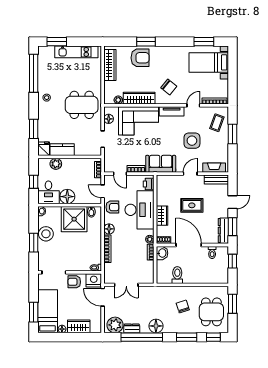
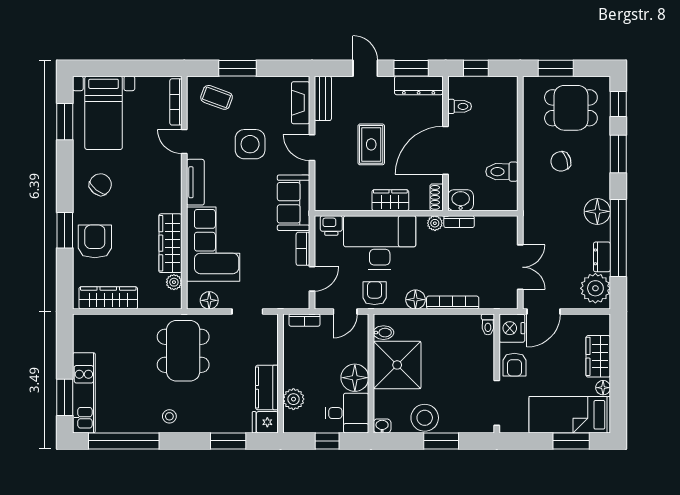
kitchen unit: (76, 52) -> (84, 393), moved
chair: (169, 87) -> (100, 185), moved

